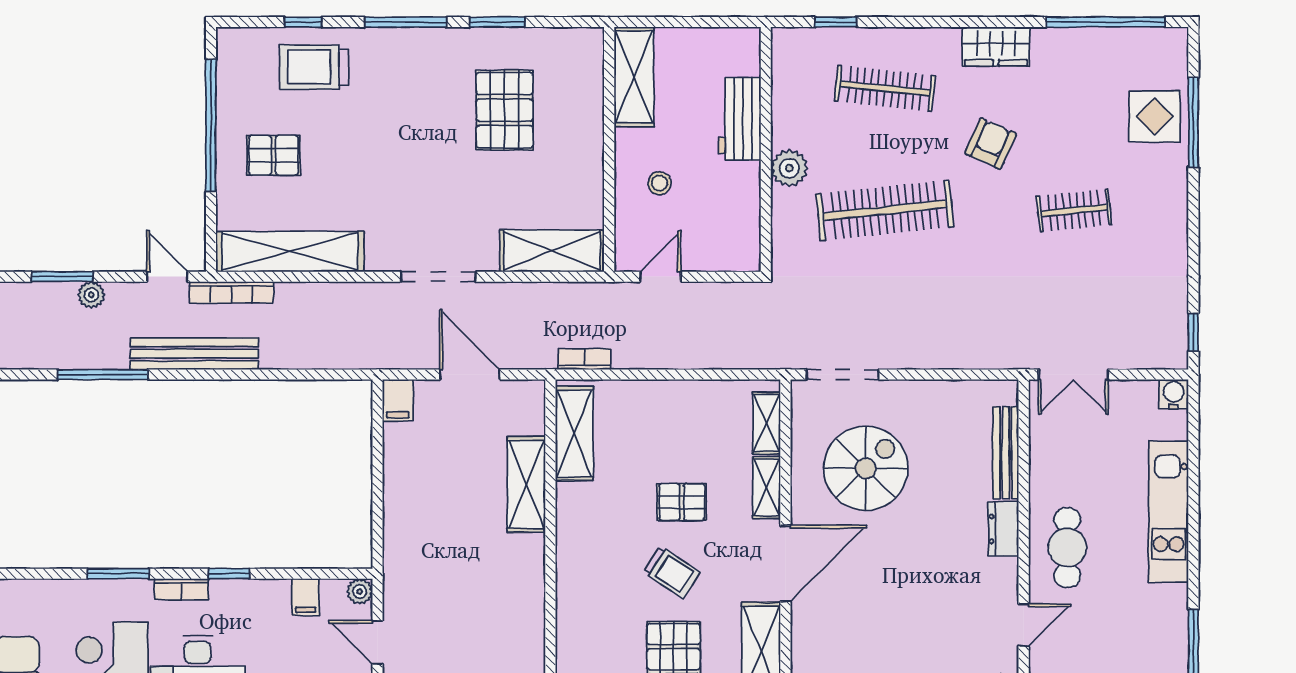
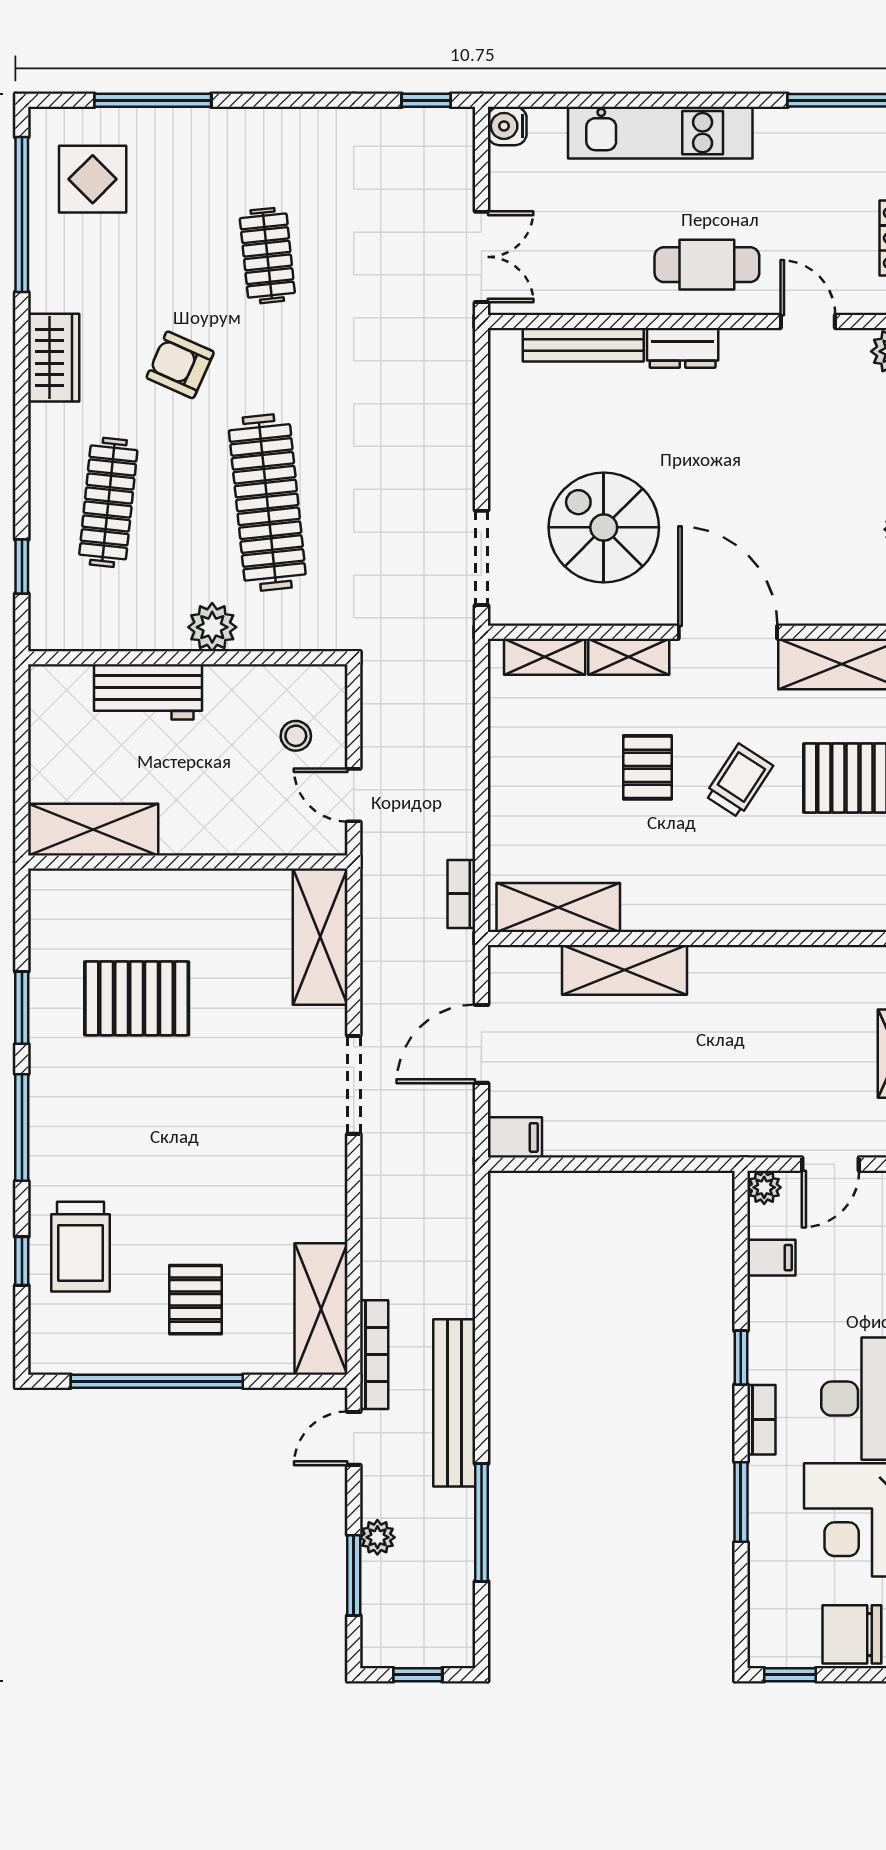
display table: (1155, 116) -> (93, 179), moved
stool: (660, 183) -> (296, 736), moved
shelving: (290, 252) -> (321, 1309), width x0.68

